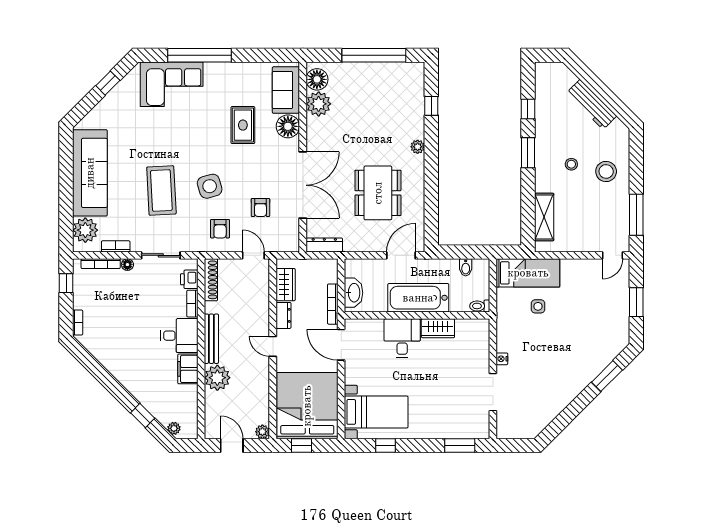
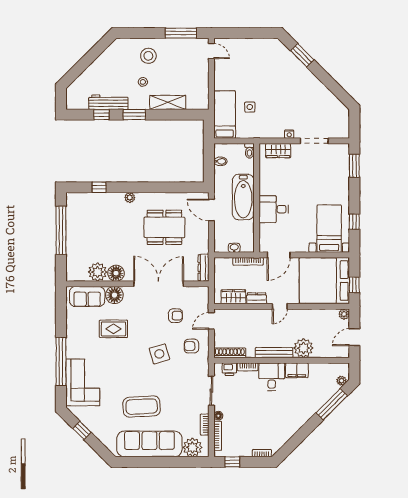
floor lamp: (317, 79) -> (116, 273), moved
workbench: (592, 104) -> (108, 102), moved, turned -135
coffee table: (161, 190) -> (142, 407), moved
shelving: (544, 217) -> (168, 102), moved
armchair: (220, 229) -> (191, 346), turned 180
washbasin: (354, 293) -> (234, 248), width x0.52, depth x0.69
window: (636, 302) -> (247, 33), removed
wardrobe: (438, 328) -> (278, 151), moved, turned 90
window: (143, 415) -> (332, 404), width x2.17

